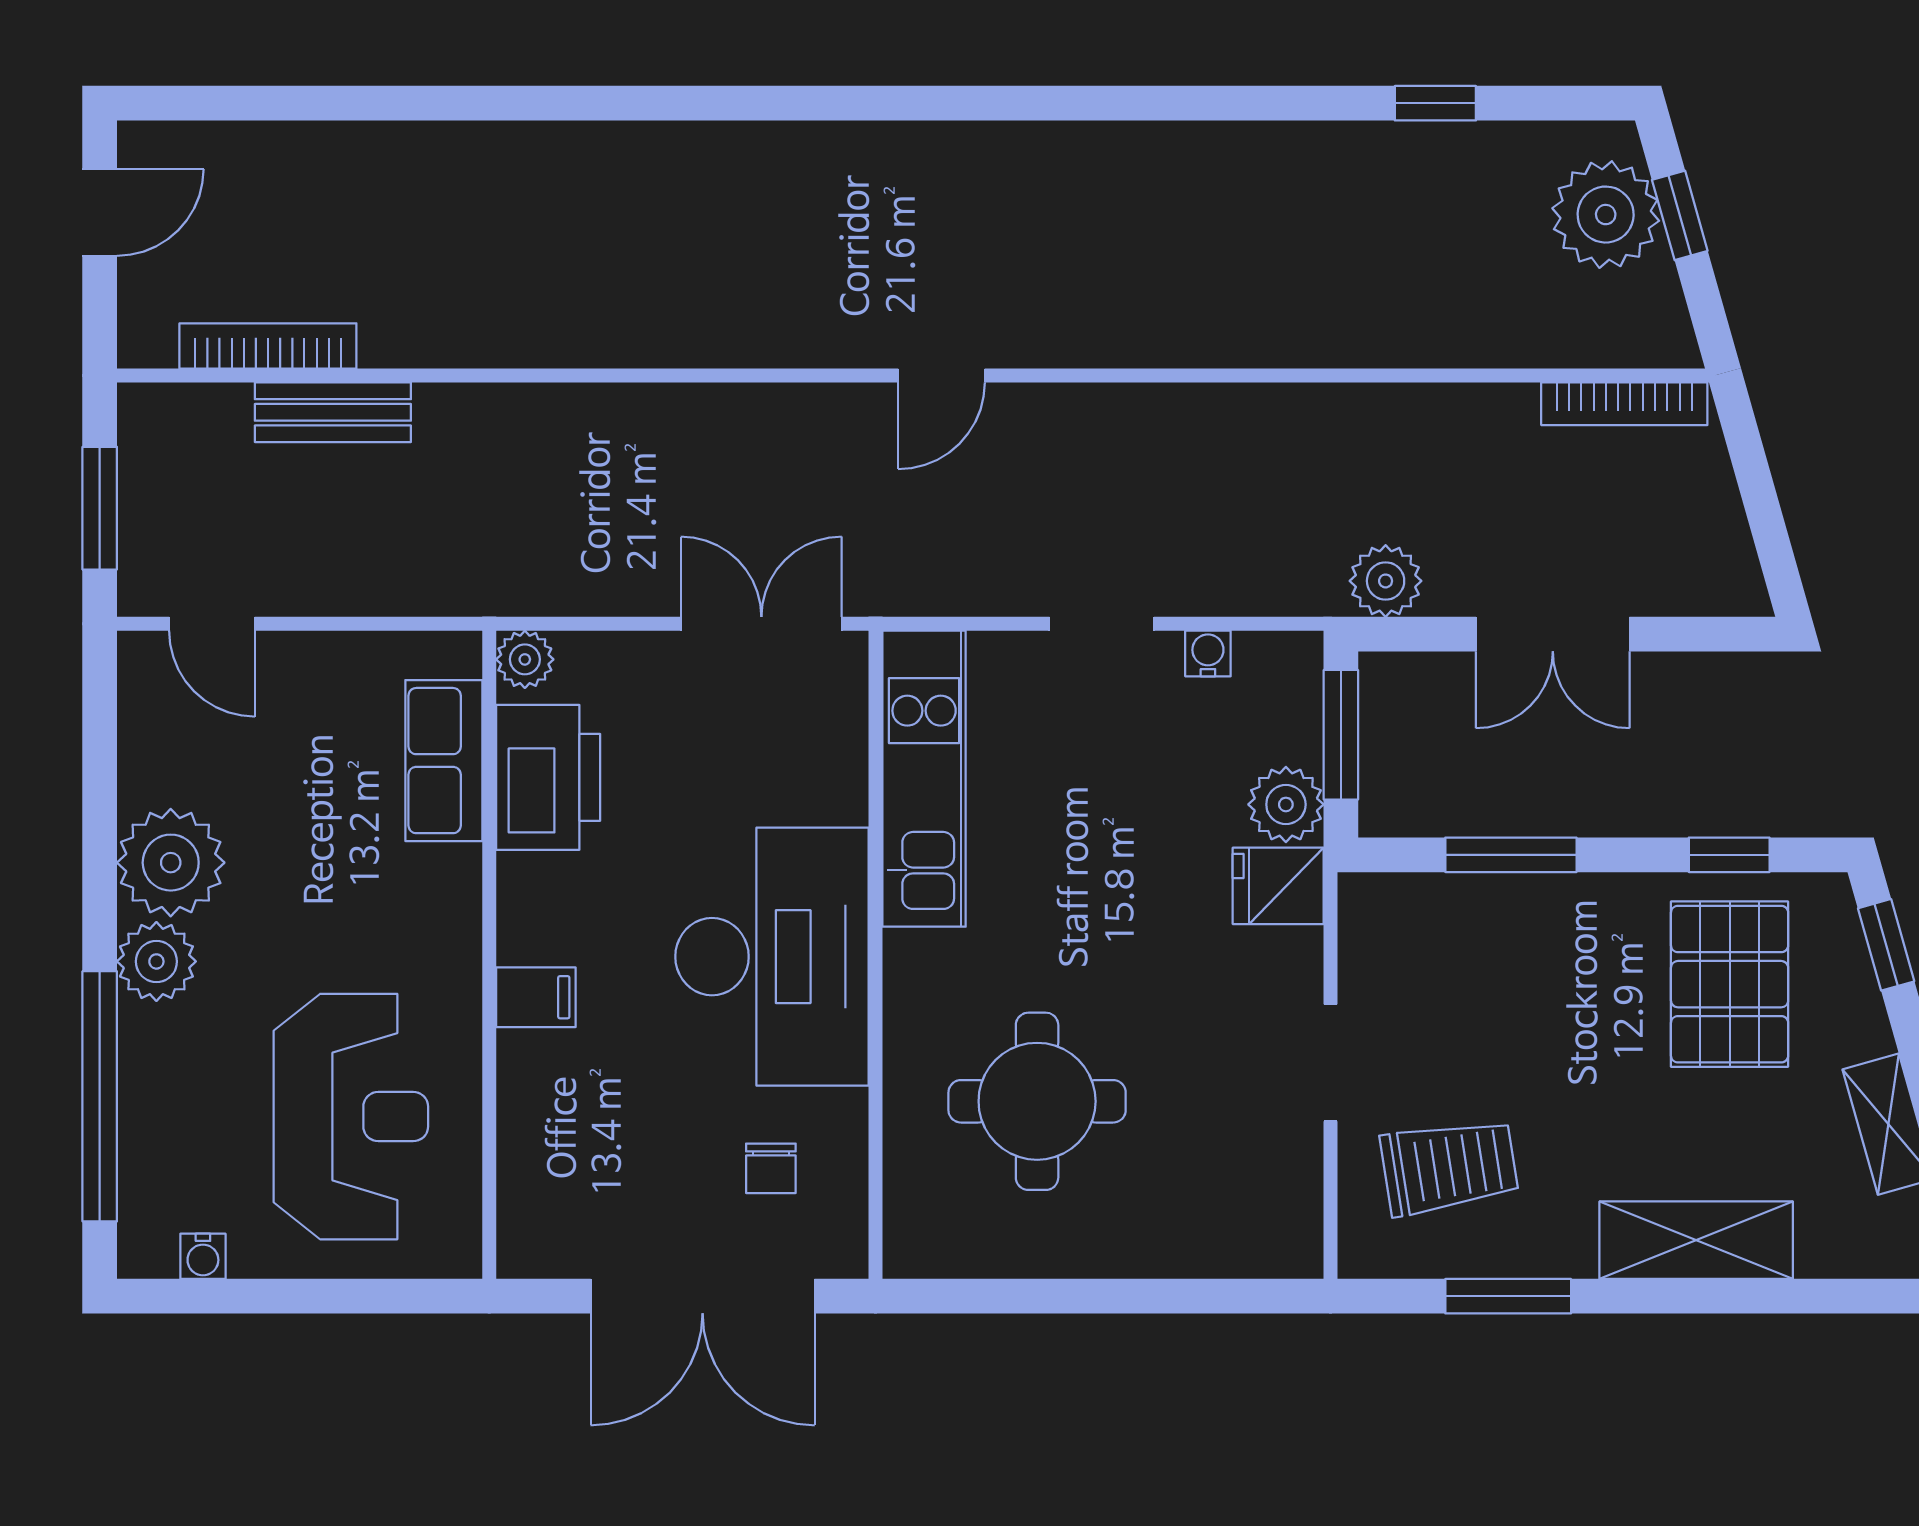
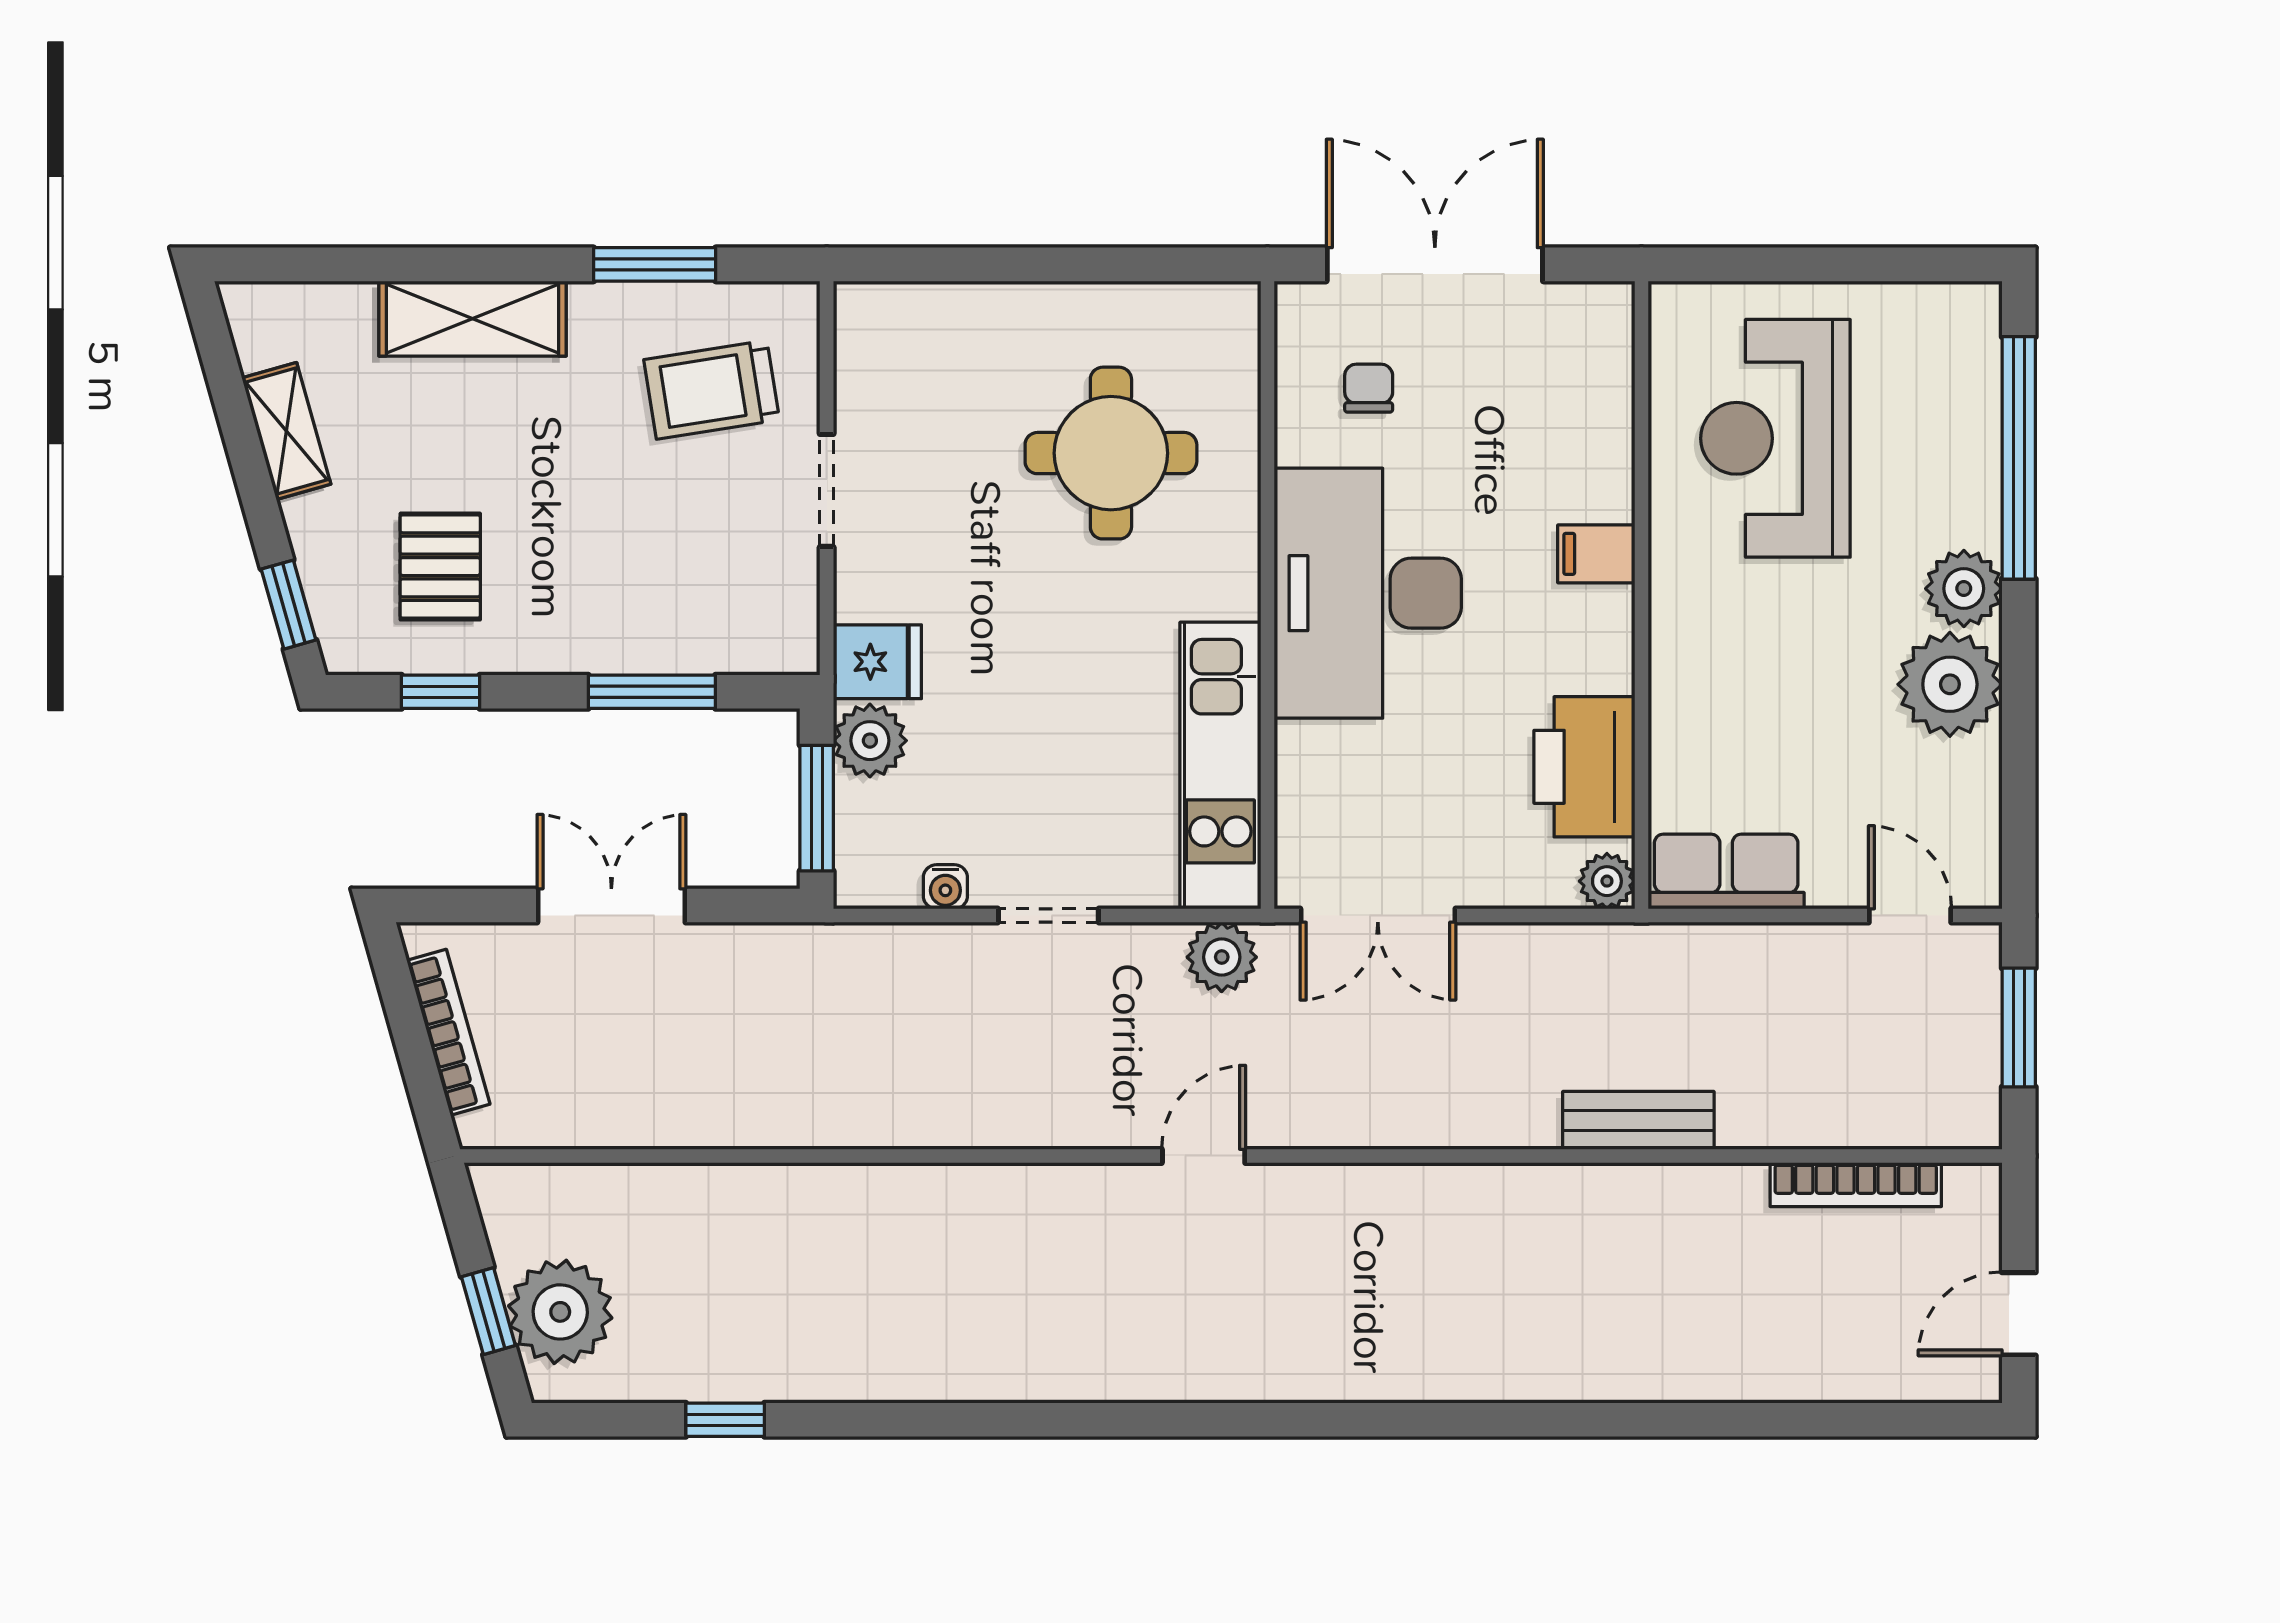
bookcase: (1624, 404) -> (448, 1032), moved, turned 74
bench: (333, 412) -> (1638, 1120), moved
plant: (1386, 581) -> (1222, 957), moved
row of seats: (444, 761) -> (1726, 872), moved, turned -90
pallet: (1730, 984) -> (440, 567), width x0.67, depth x0.71
water cooler: (203, 1256) -> (1919, 303), removed

